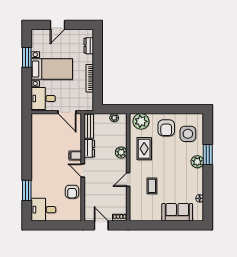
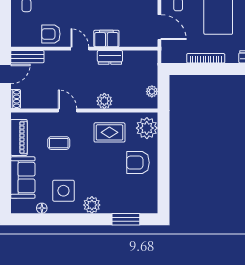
door: (67, 112) -> (159, 27), swing flipped
bench: (89, 126) -> (27, 57), moved
side table: (188, 134) -> (63, 191), moved
window: (208, 154) -> (126, 219), moved
filing cabinet: (75, 156) -> (106, 38), width x2.00
door: (83, 170) -> (80, 49), hinge flipped
piano: (148, 215) -> (19, 137), added

